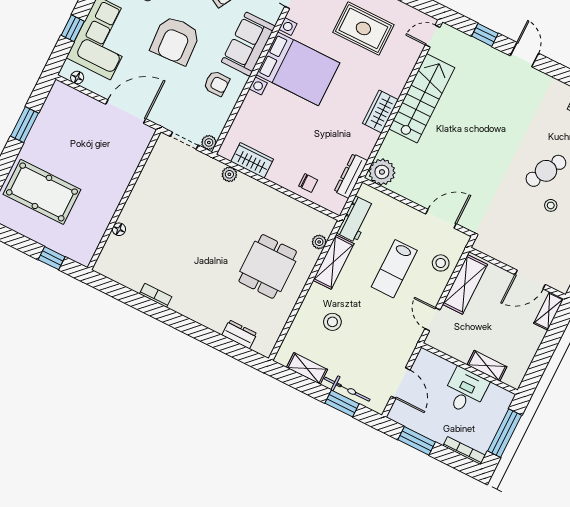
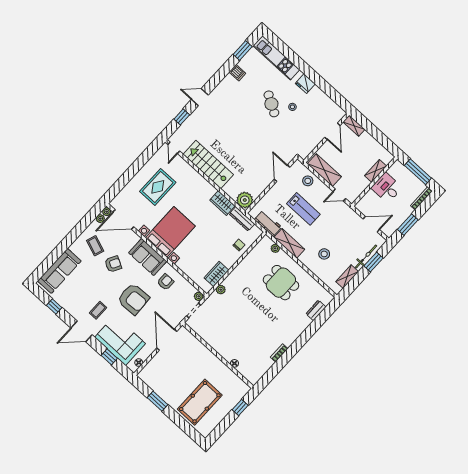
wardrobe: (380, 111) -> (222, 203), moved

